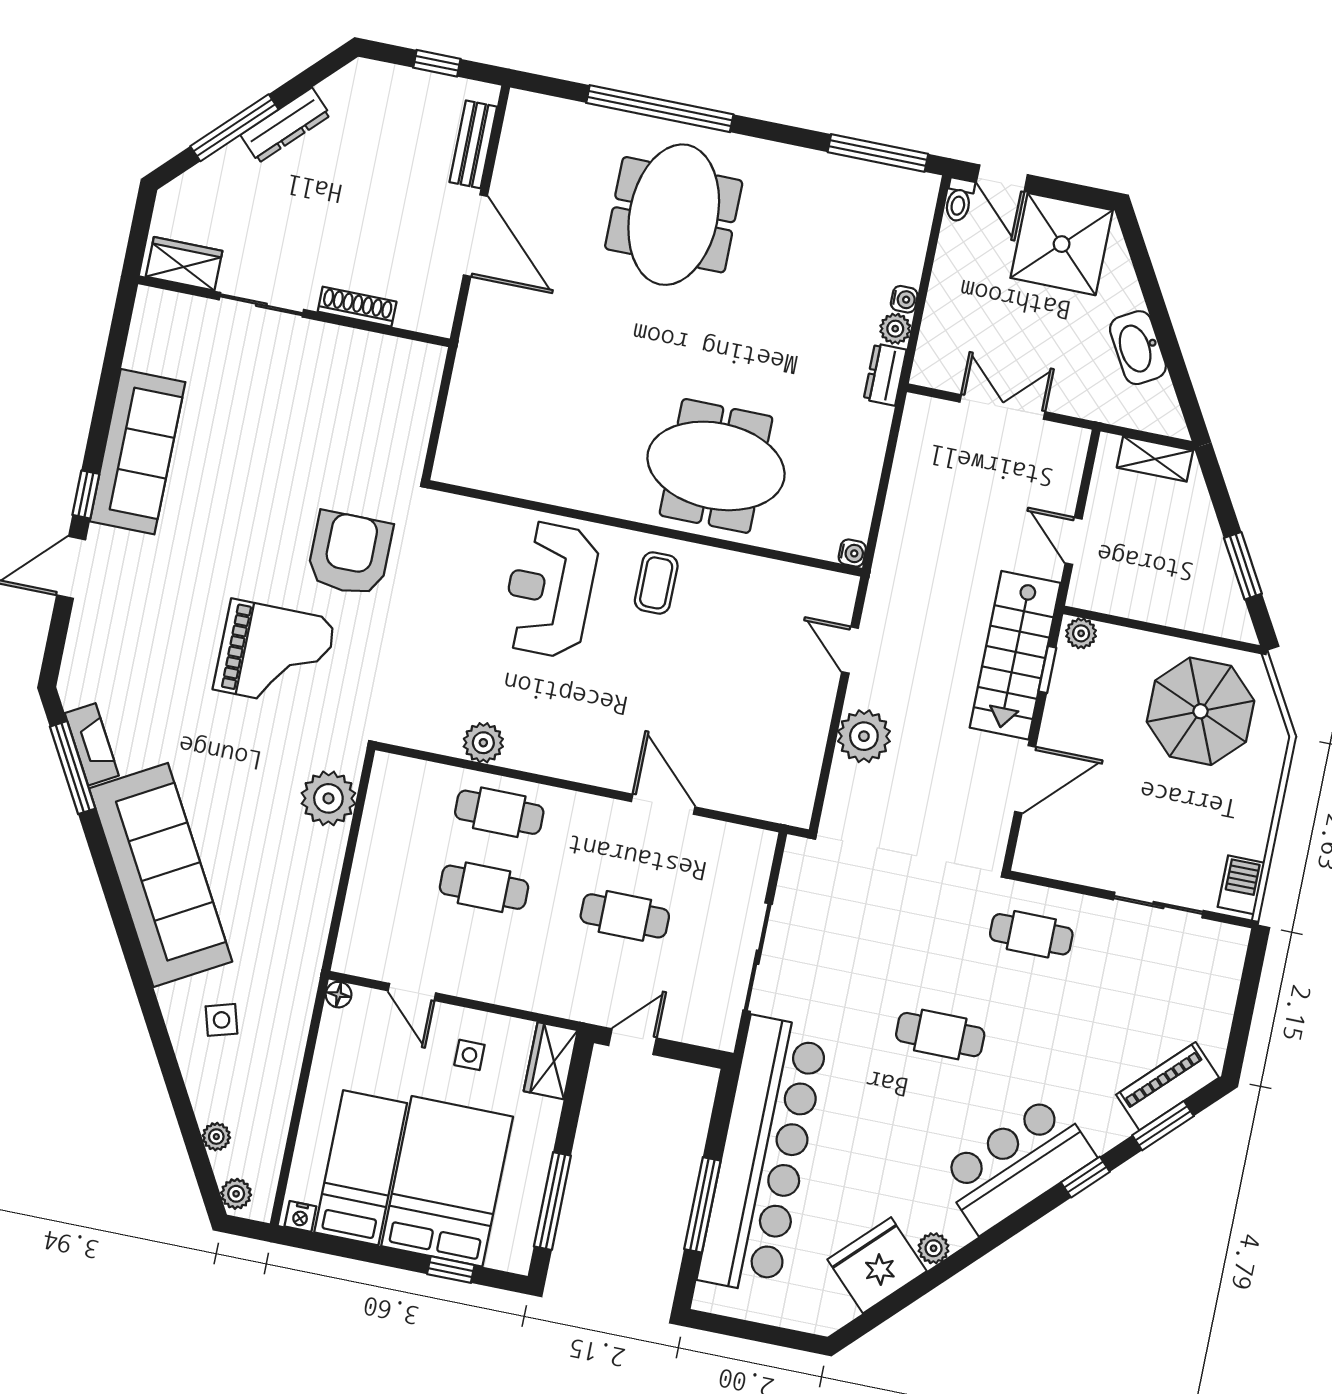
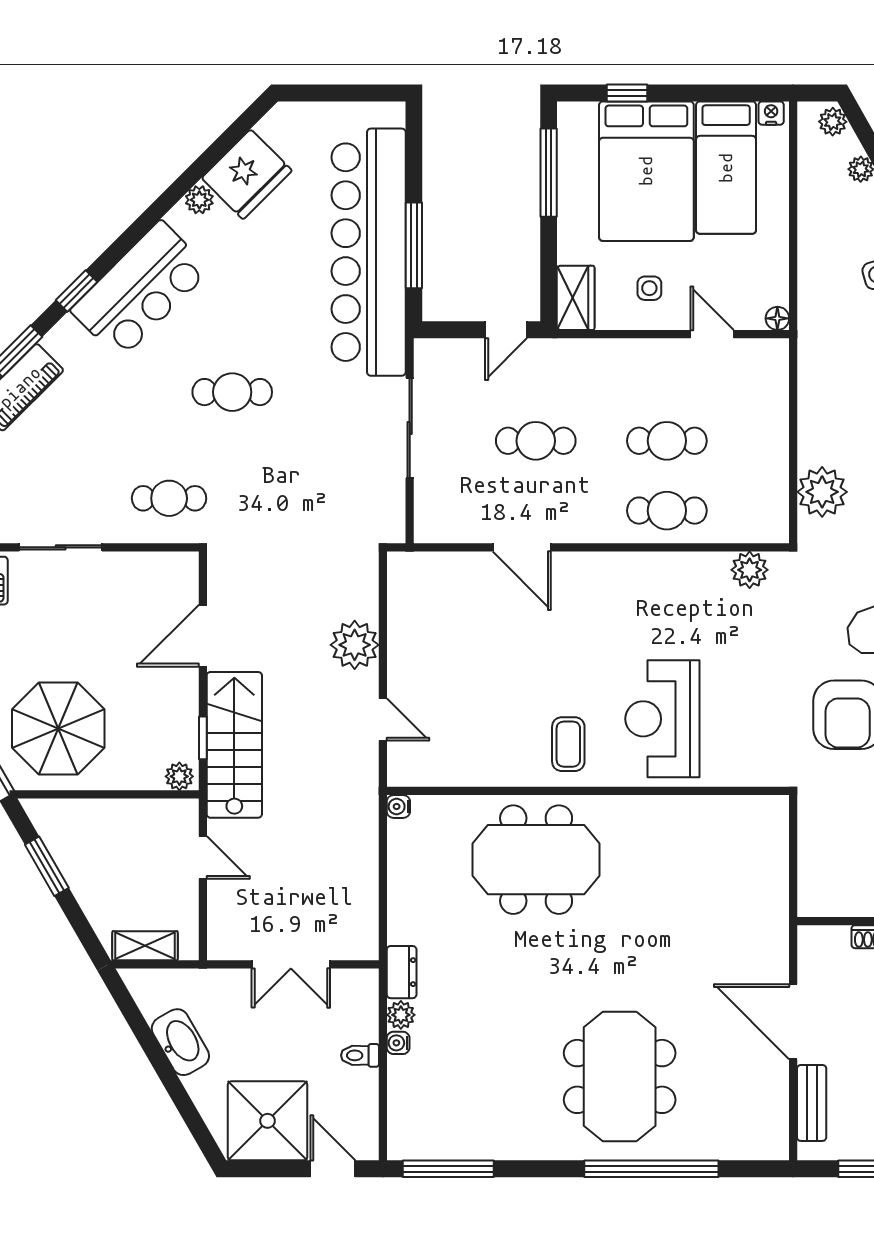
toilet: (959, 200) -> (360, 1055), moved, turned -90
reception desk: (550, 590) -> (662, 719), turned 180
plant: (483, 743) -> (750, 570), moved
window: (702, 1205) -> (414, 245), moved

